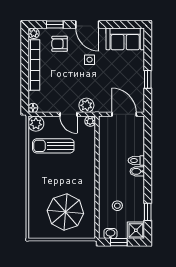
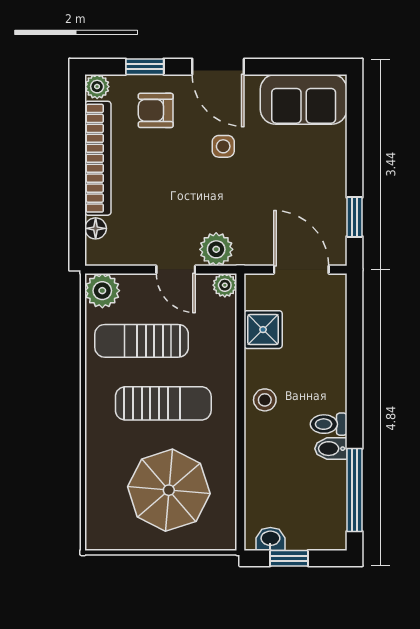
window: (148, 79) -> (354, 217), moved
floor lamp: (33, 108) -> (96, 228), moved
toilet: (136, 161) -> (329, 424), moved
bidet: (137, 171) -> (331, 449), moved
sun lounger: (63, 174) -> (163, 403), added
stool: (117, 206) -> (265, 400), moved
window: (148, 212) -> (354, 490), width x2.17
shower: (136, 230) -> (263, 330), moved

